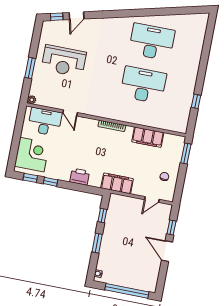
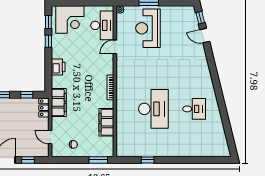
desk: (152, 42) -> (194, 109), width x0.53, depth x0.77
reception desk: (64, 61) -> (148, 28), moved
locker: (120, 200) -> (44, 108), added

